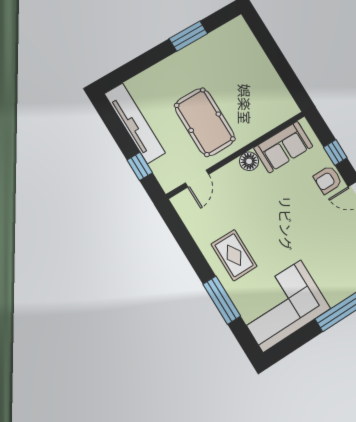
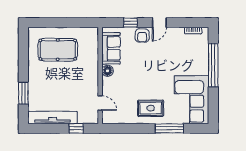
window: (188, 36) -> (23, 93), moved
pool table: (205, 122) -> (58, 50), moved

